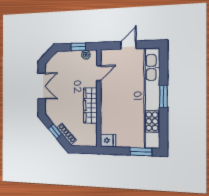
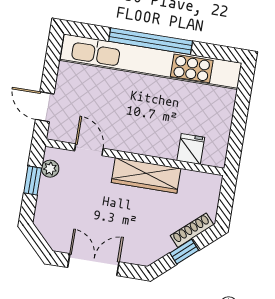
door: (128, 45) -> (45, 107), moved
window: (164, 96) -> (151, 41), width x2.11
fridge: (108, 141) -> (191, 149), moved
window: (141, 152) -> (243, 97), removed

